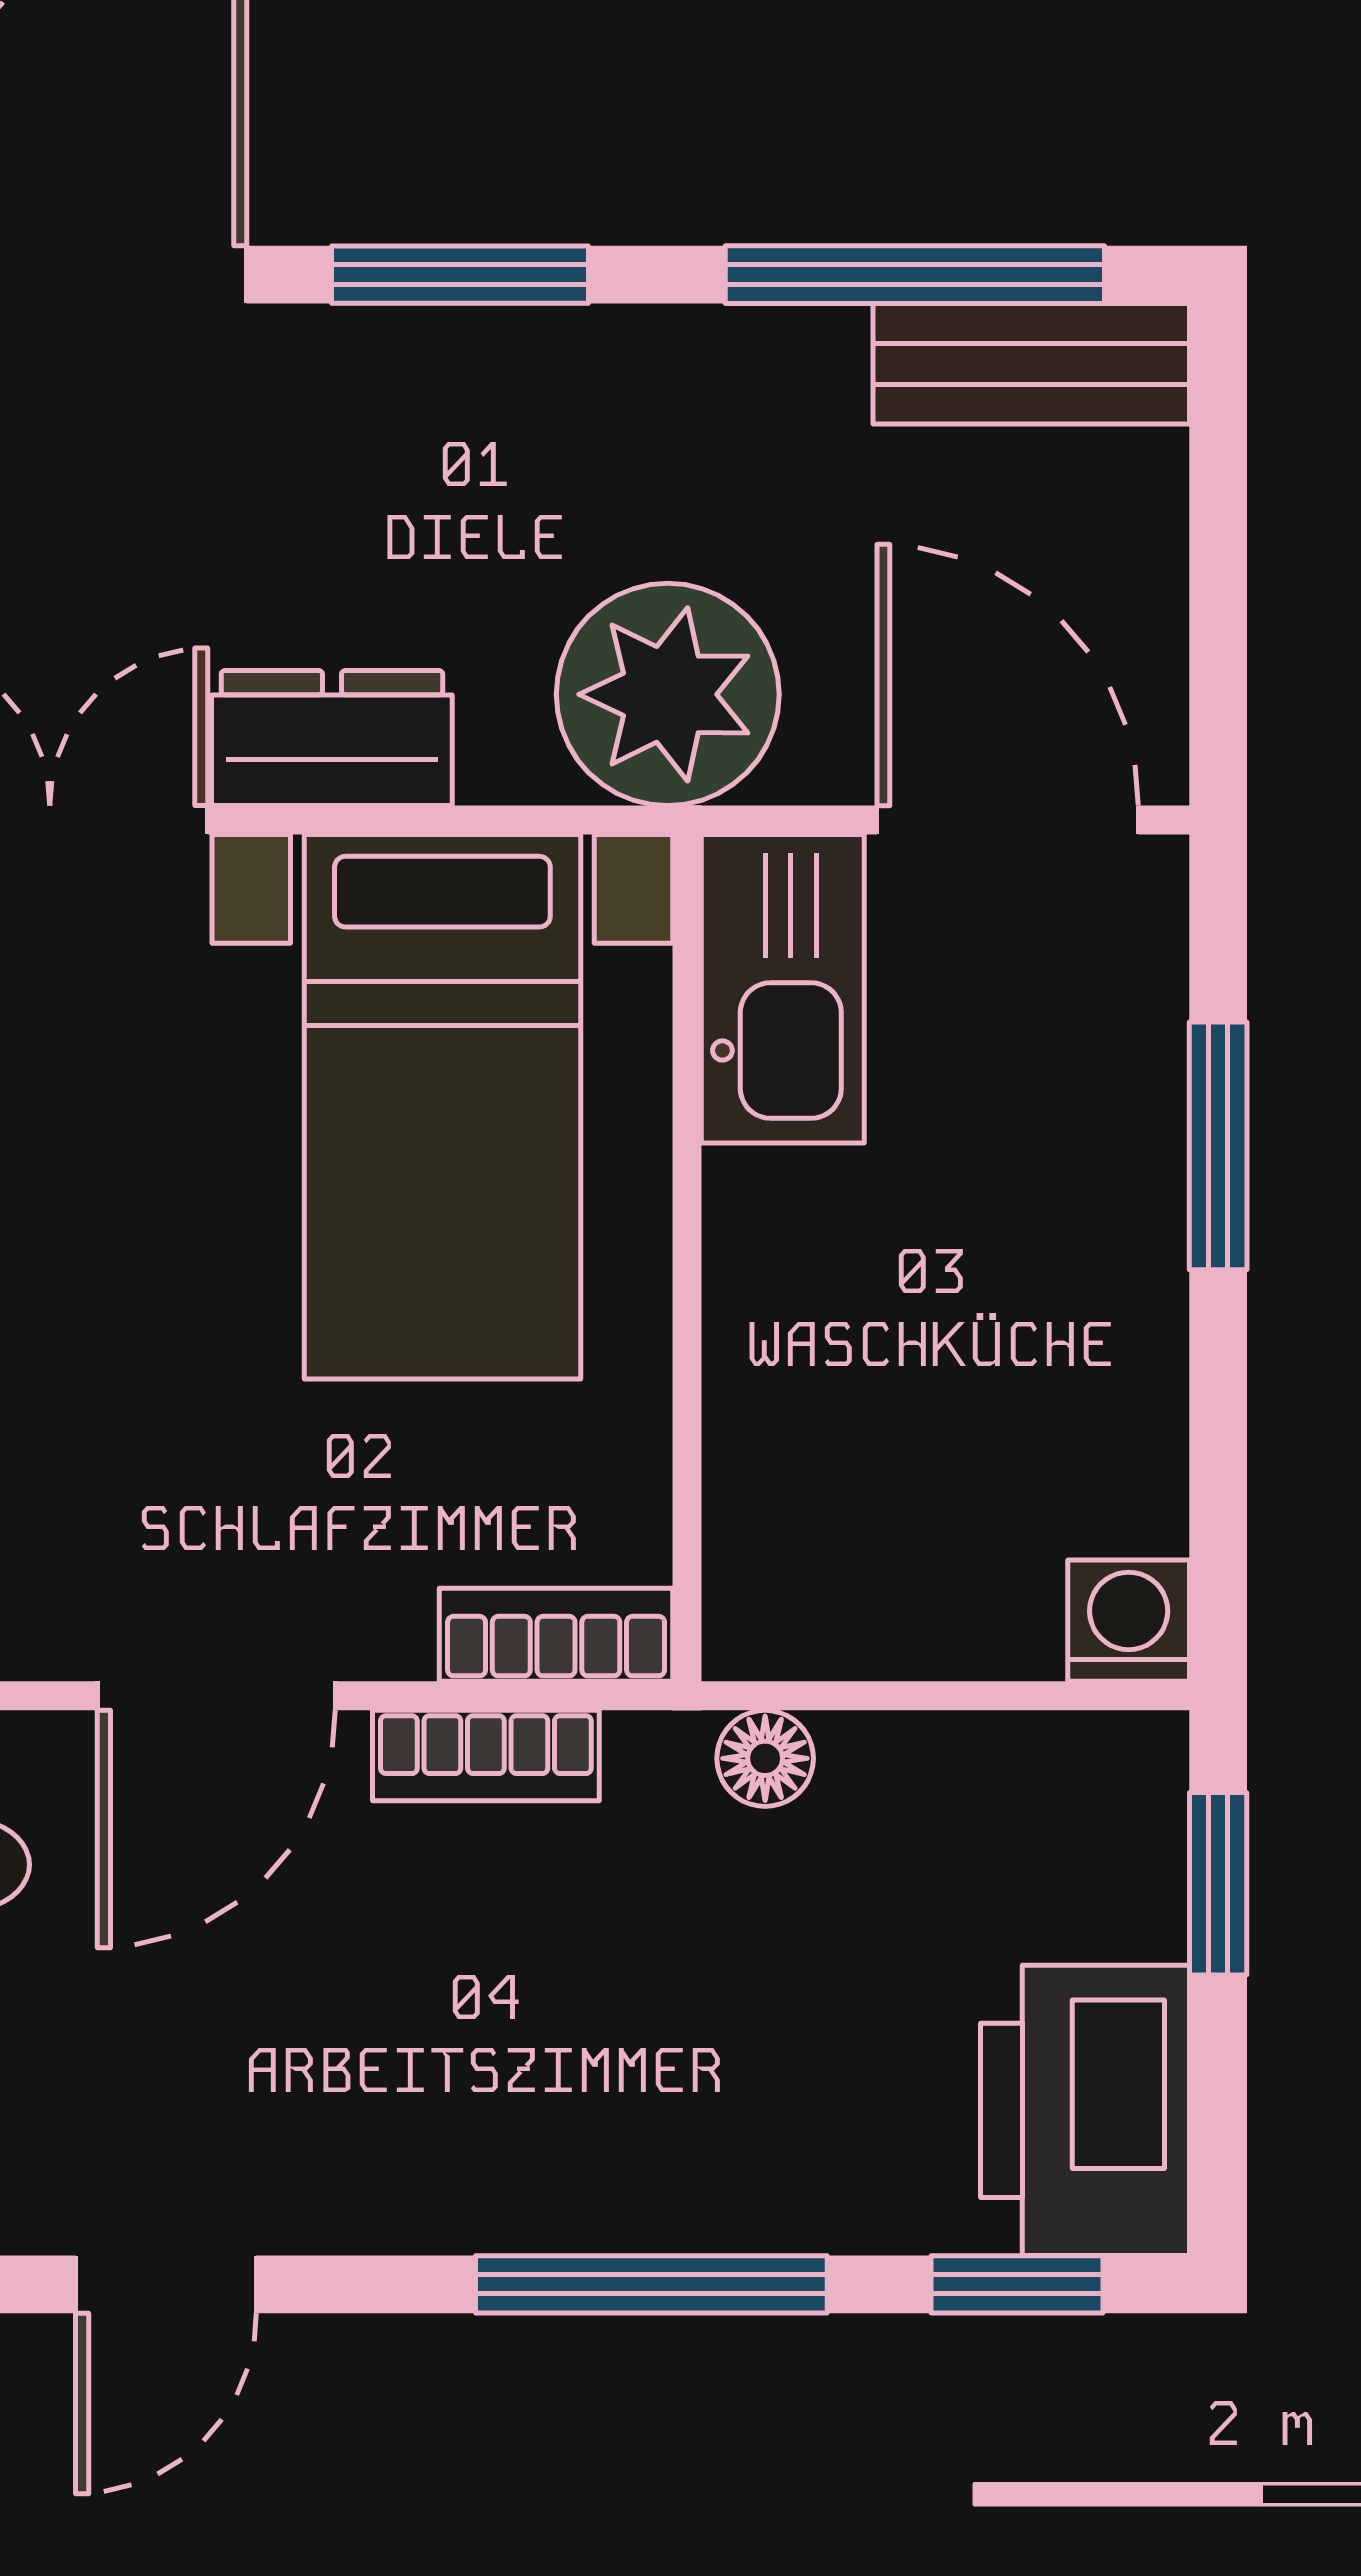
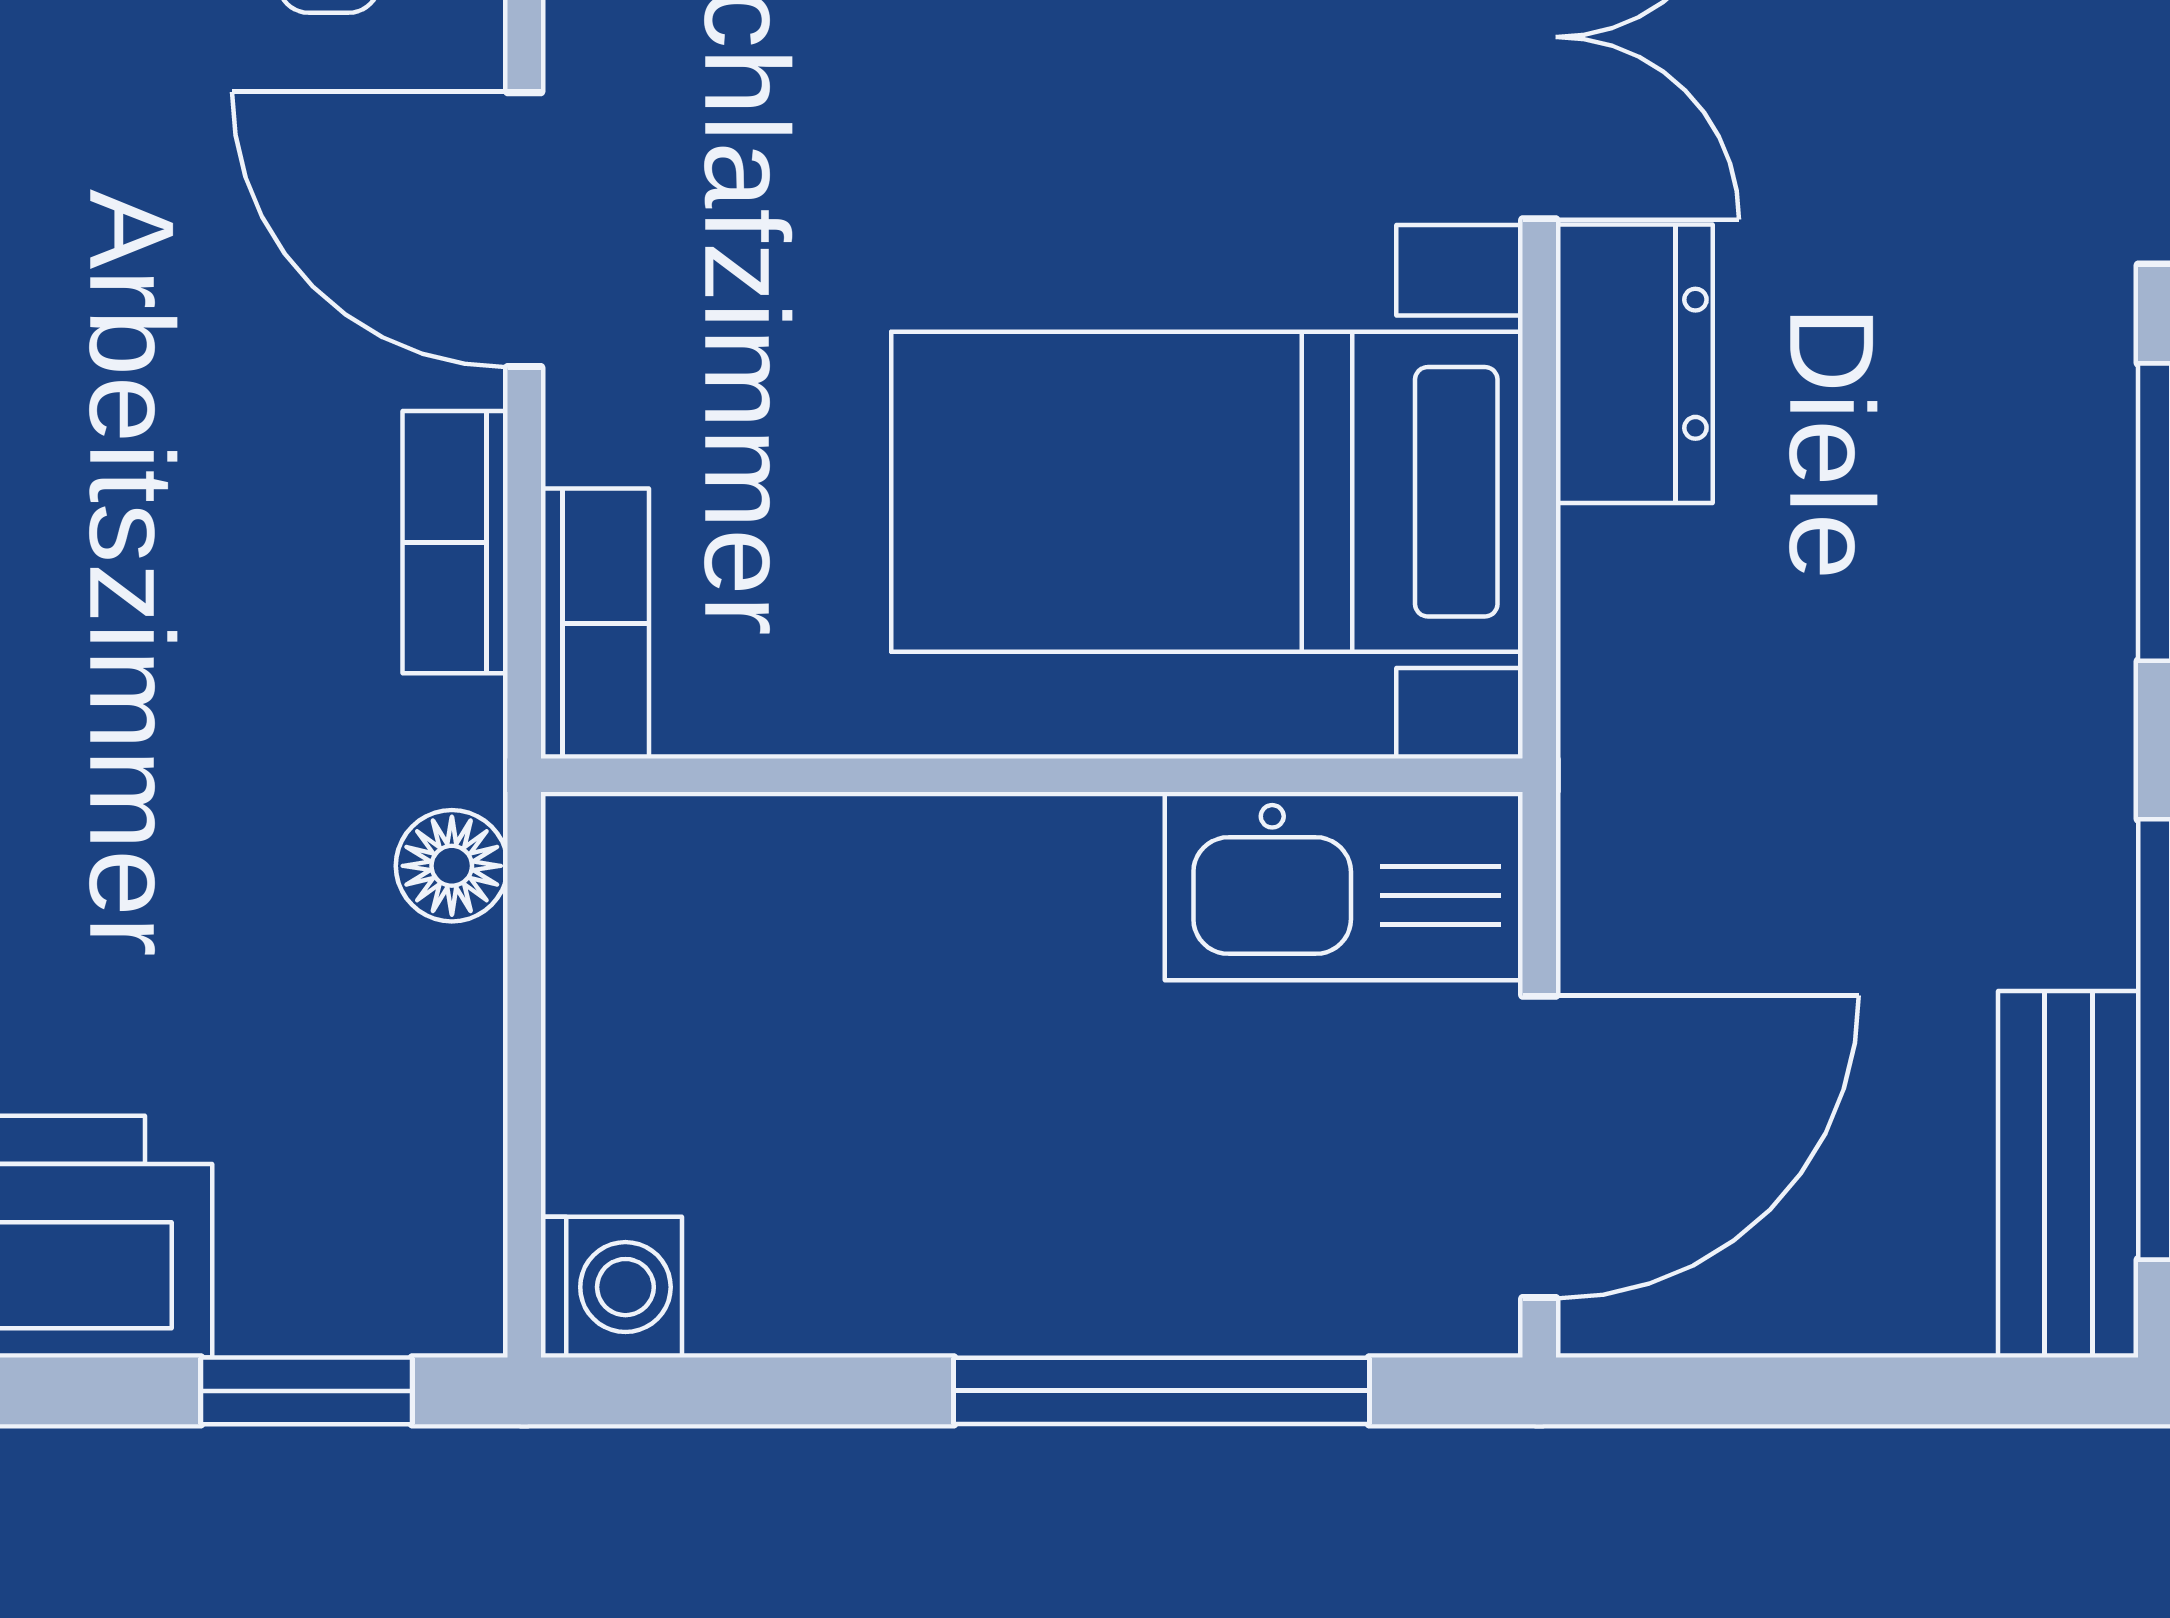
plant: (668, 694) -> (1685, 753), removed
window: (1218, 1146) -> (1162, 1391), width x1.44

